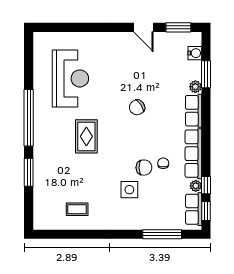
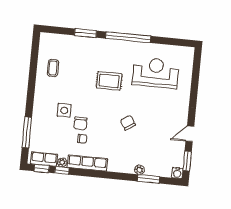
water cooler: (195, 53) -> (177, 173), moved
reception desk: (70, 78) -> (156, 73), turned 180
row of seats: (194, 111) -> (121, 166), removed

